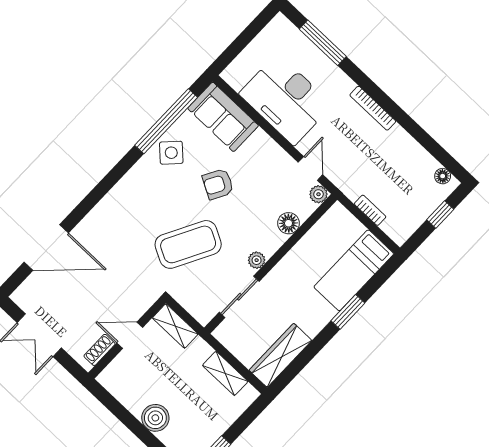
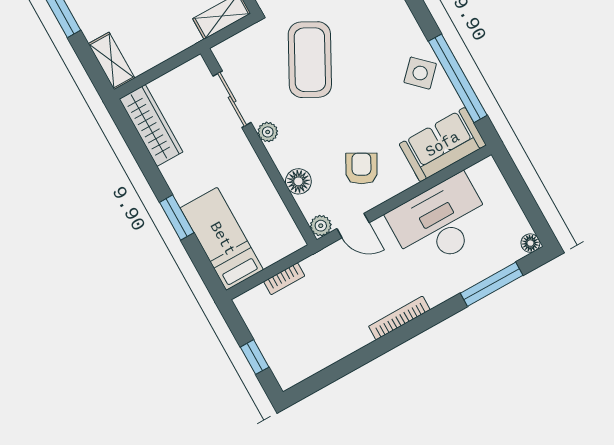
floor lamp: (443, 176) -> (530, 243), moved
armchair: (218, 184) -> (361, 168), moved
shelving: (225, 373) -> (112, 61), moved, turned 90

